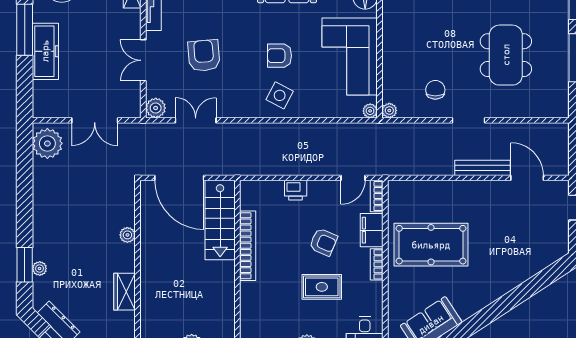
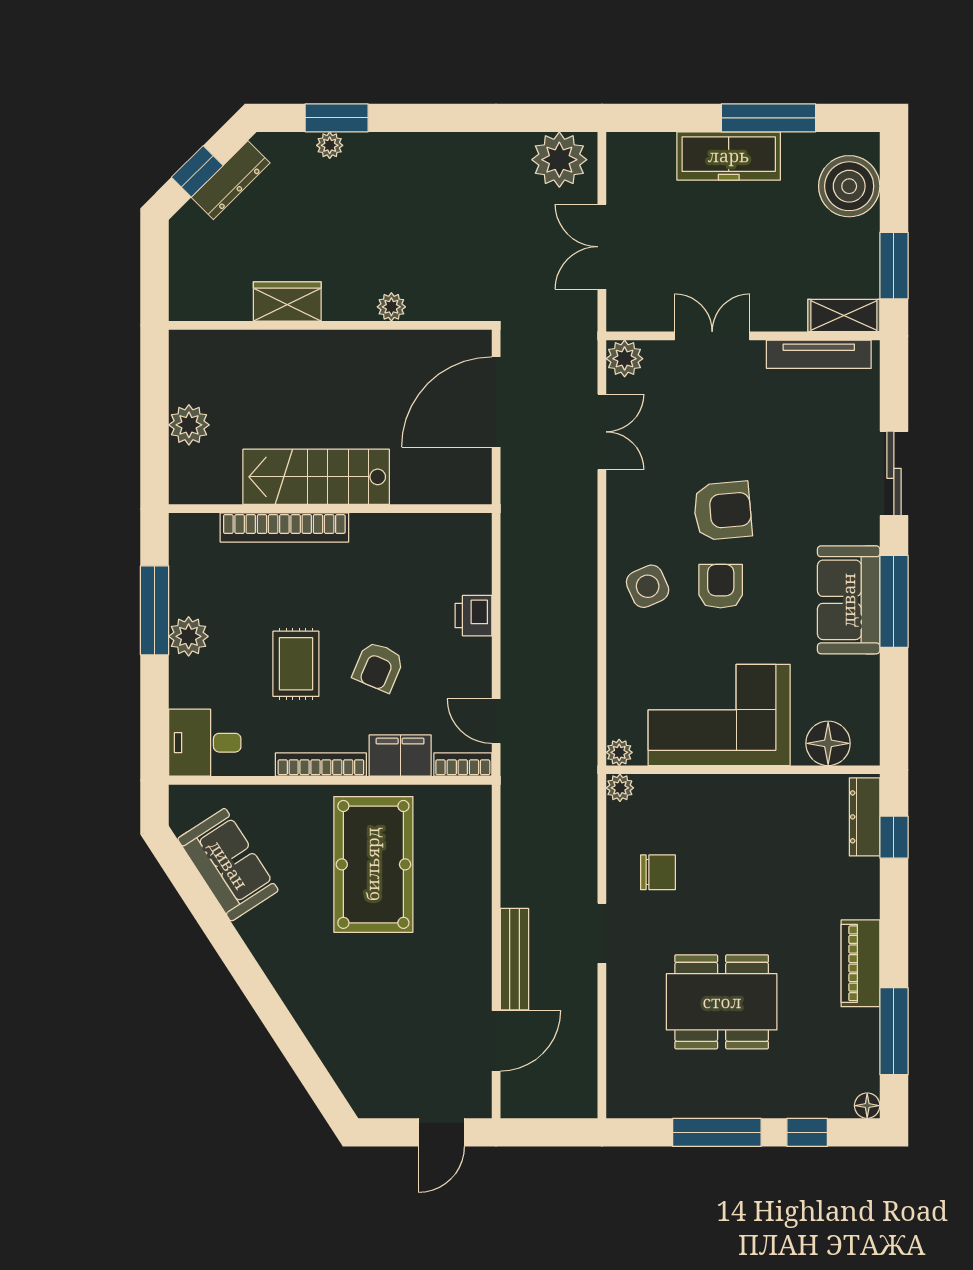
armchair: (204, 56) -> (723, 511), moved
side table: (280, 95) -> (648, 586), turned 38
stairs: (220, 220) -> (316, 477), moved
bookcase: (248, 246) -> (284, 528), moved
bookcase: (377, 264) -> (321, 764), width x1.56

